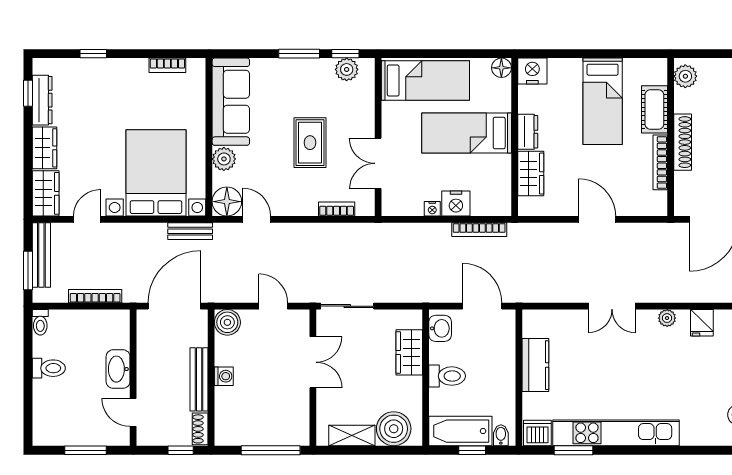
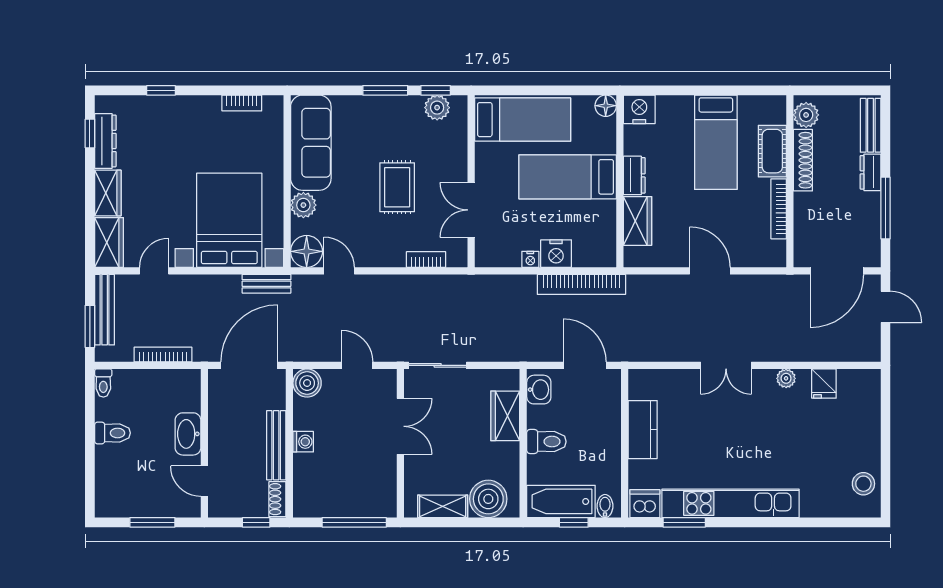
shoe rack: (683, 142) -> (803, 160), moved
bookcase: (479, 230) -> (581, 284), width x1.48, depth x1.31

